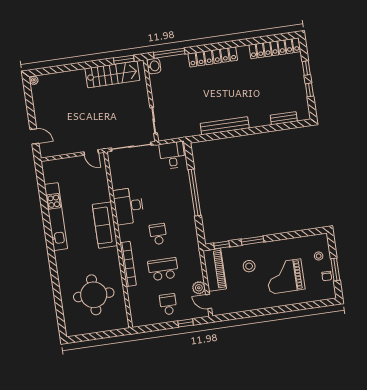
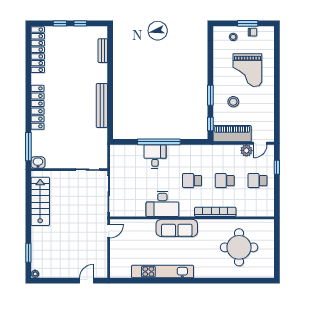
window: (124, 60) -> (28, 253), moved
desk: (172, 155) -> (155, 156), moved, turned 90
school desk: (163, 269) -> (225, 181), width x0.54

